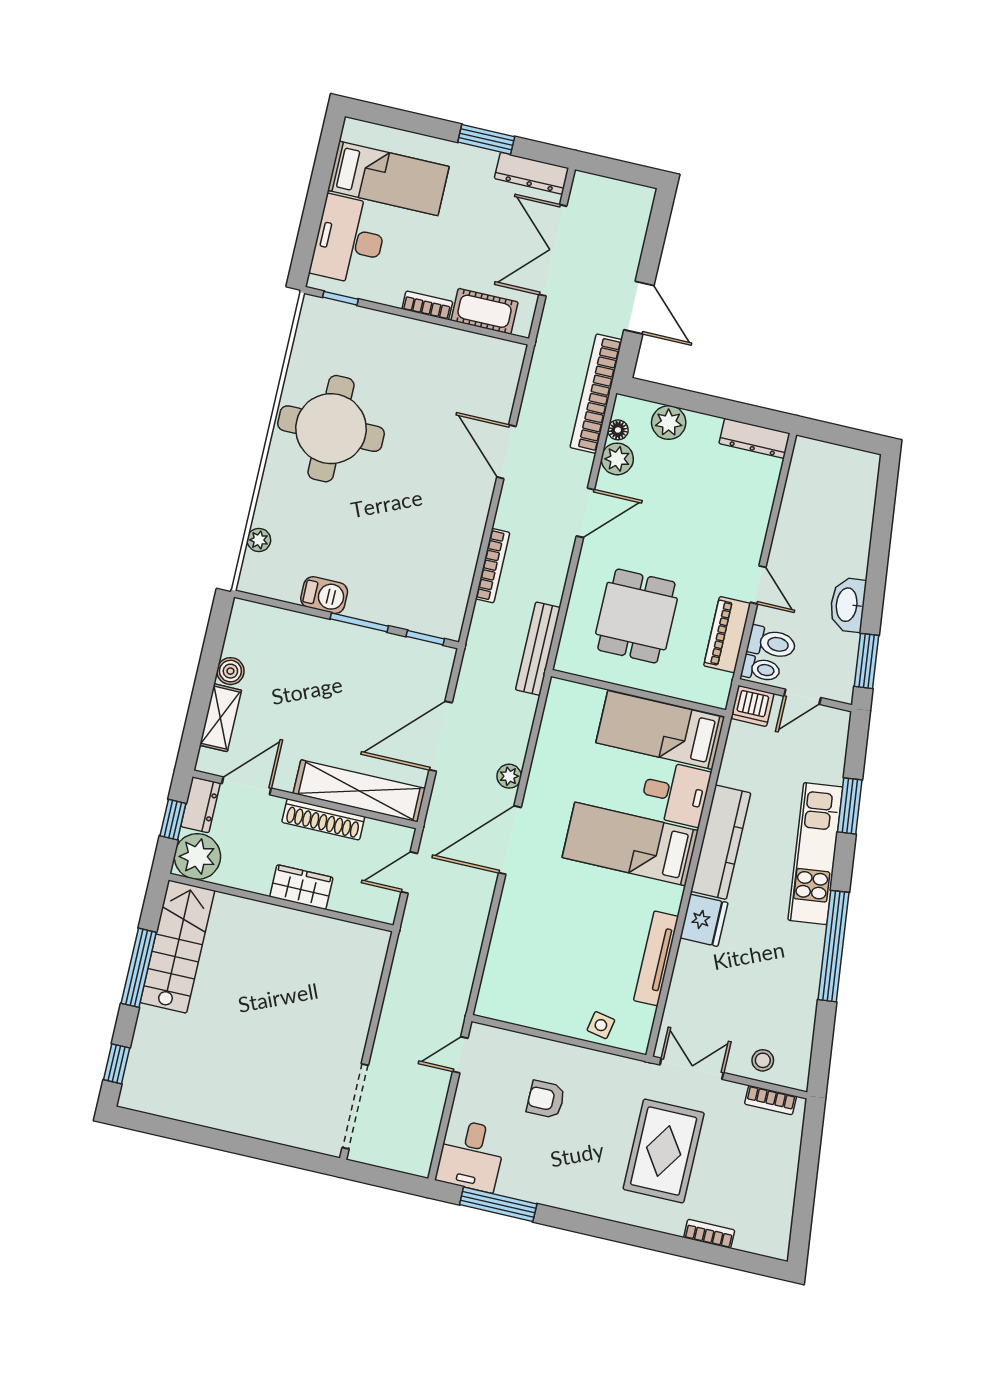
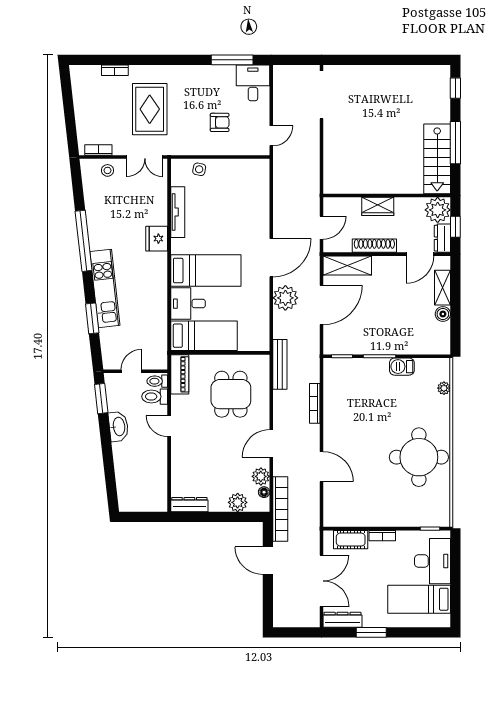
piano: (727, 635) -> (180, 374), moved
dishwasher: (752, 706) -> (157, 360), removed
plant: (509, 776) -> (285, 298), width x1.87, depth x1.87
shelving: (359, 791) -> (347, 265), width x0.68
kitchen counter: (721, 842) -> (157, 283), removed

